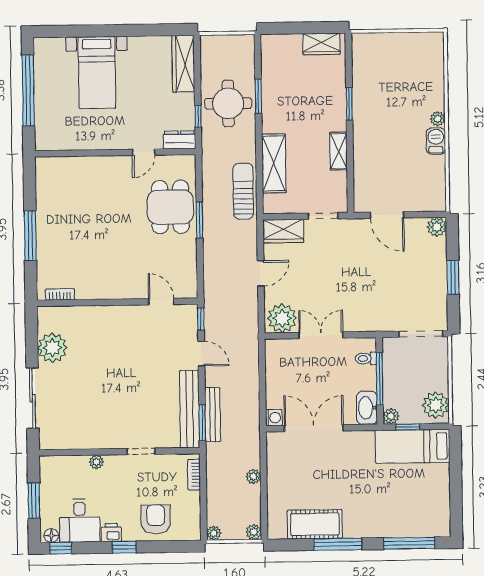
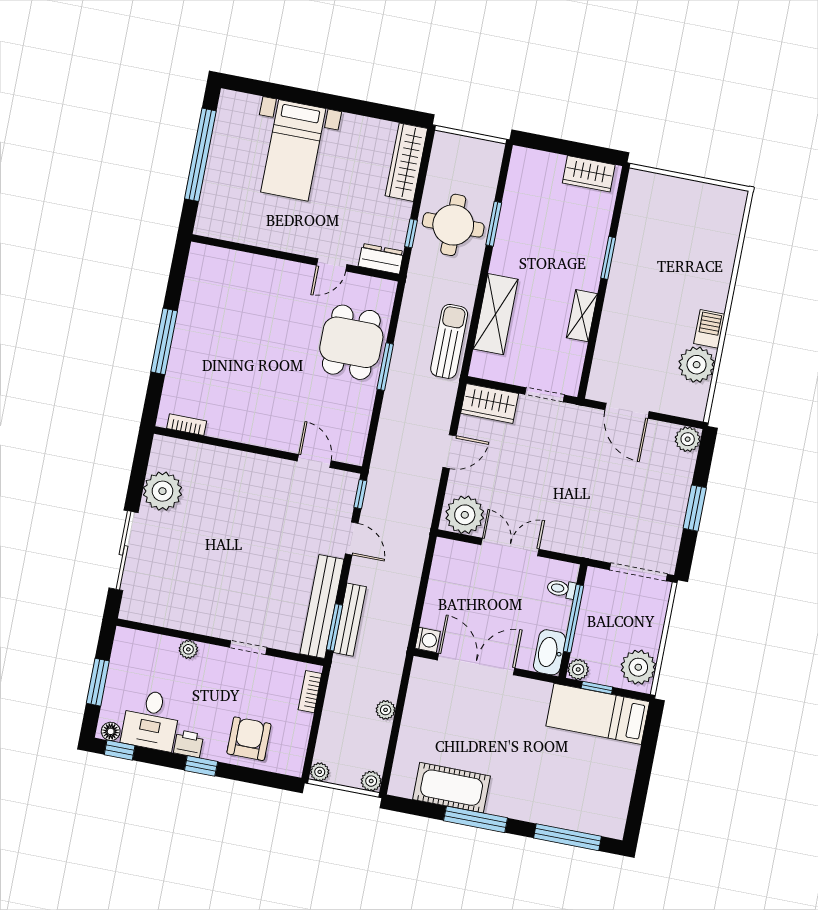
plant: (438, 119) -> (697, 365), moved, width x1.88, depth x1.88

